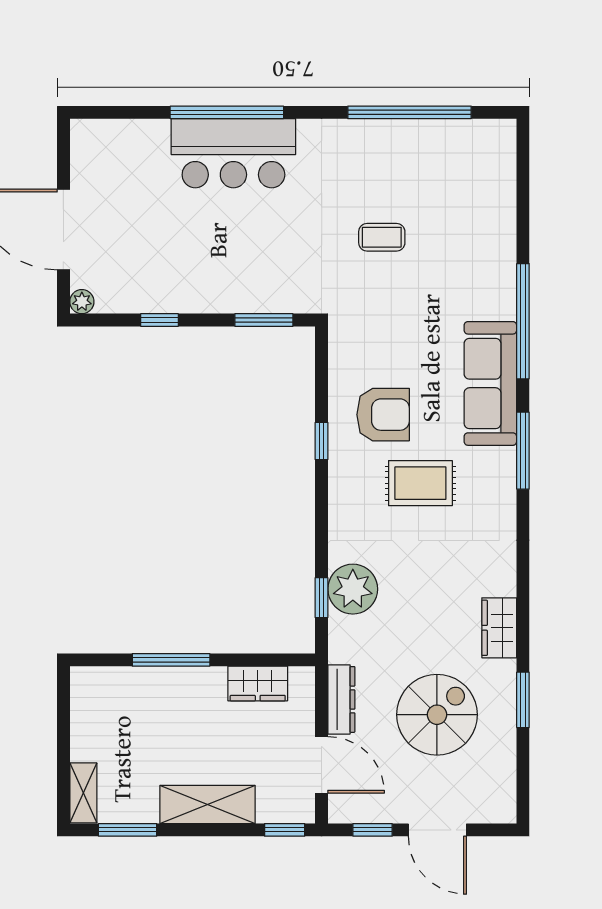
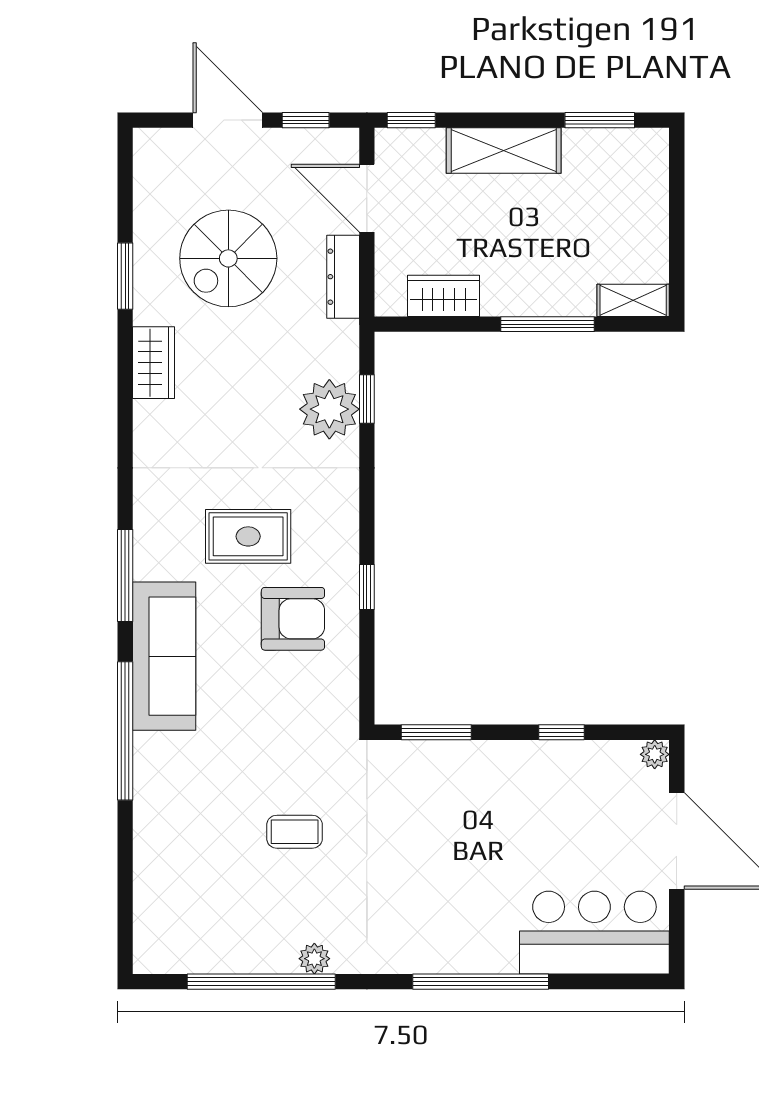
plant: (365, 132) -> (314, 959), added
bar counter: (233, 153) -> (594, 933), moved
armchair: (383, 415) -> (293, 619), turned 180
shelving: (83, 793) -> (633, 300), moved, turned 90

